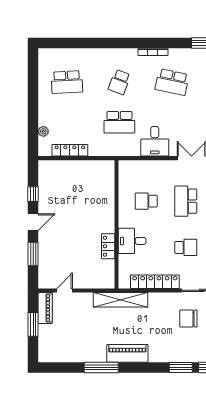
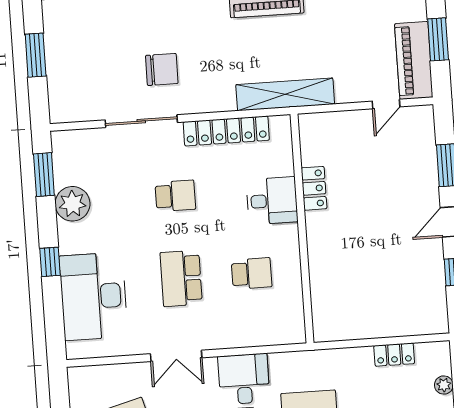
locker: (70, 150) -> (394, 355), width x0.66
school desk: (186, 201) -> (181, 278), turned 180
school desk: (186, 247) -> (175, 196), turned 180
piano: (45, 308) -> (414, 60), width x1.37, depth x1.33

